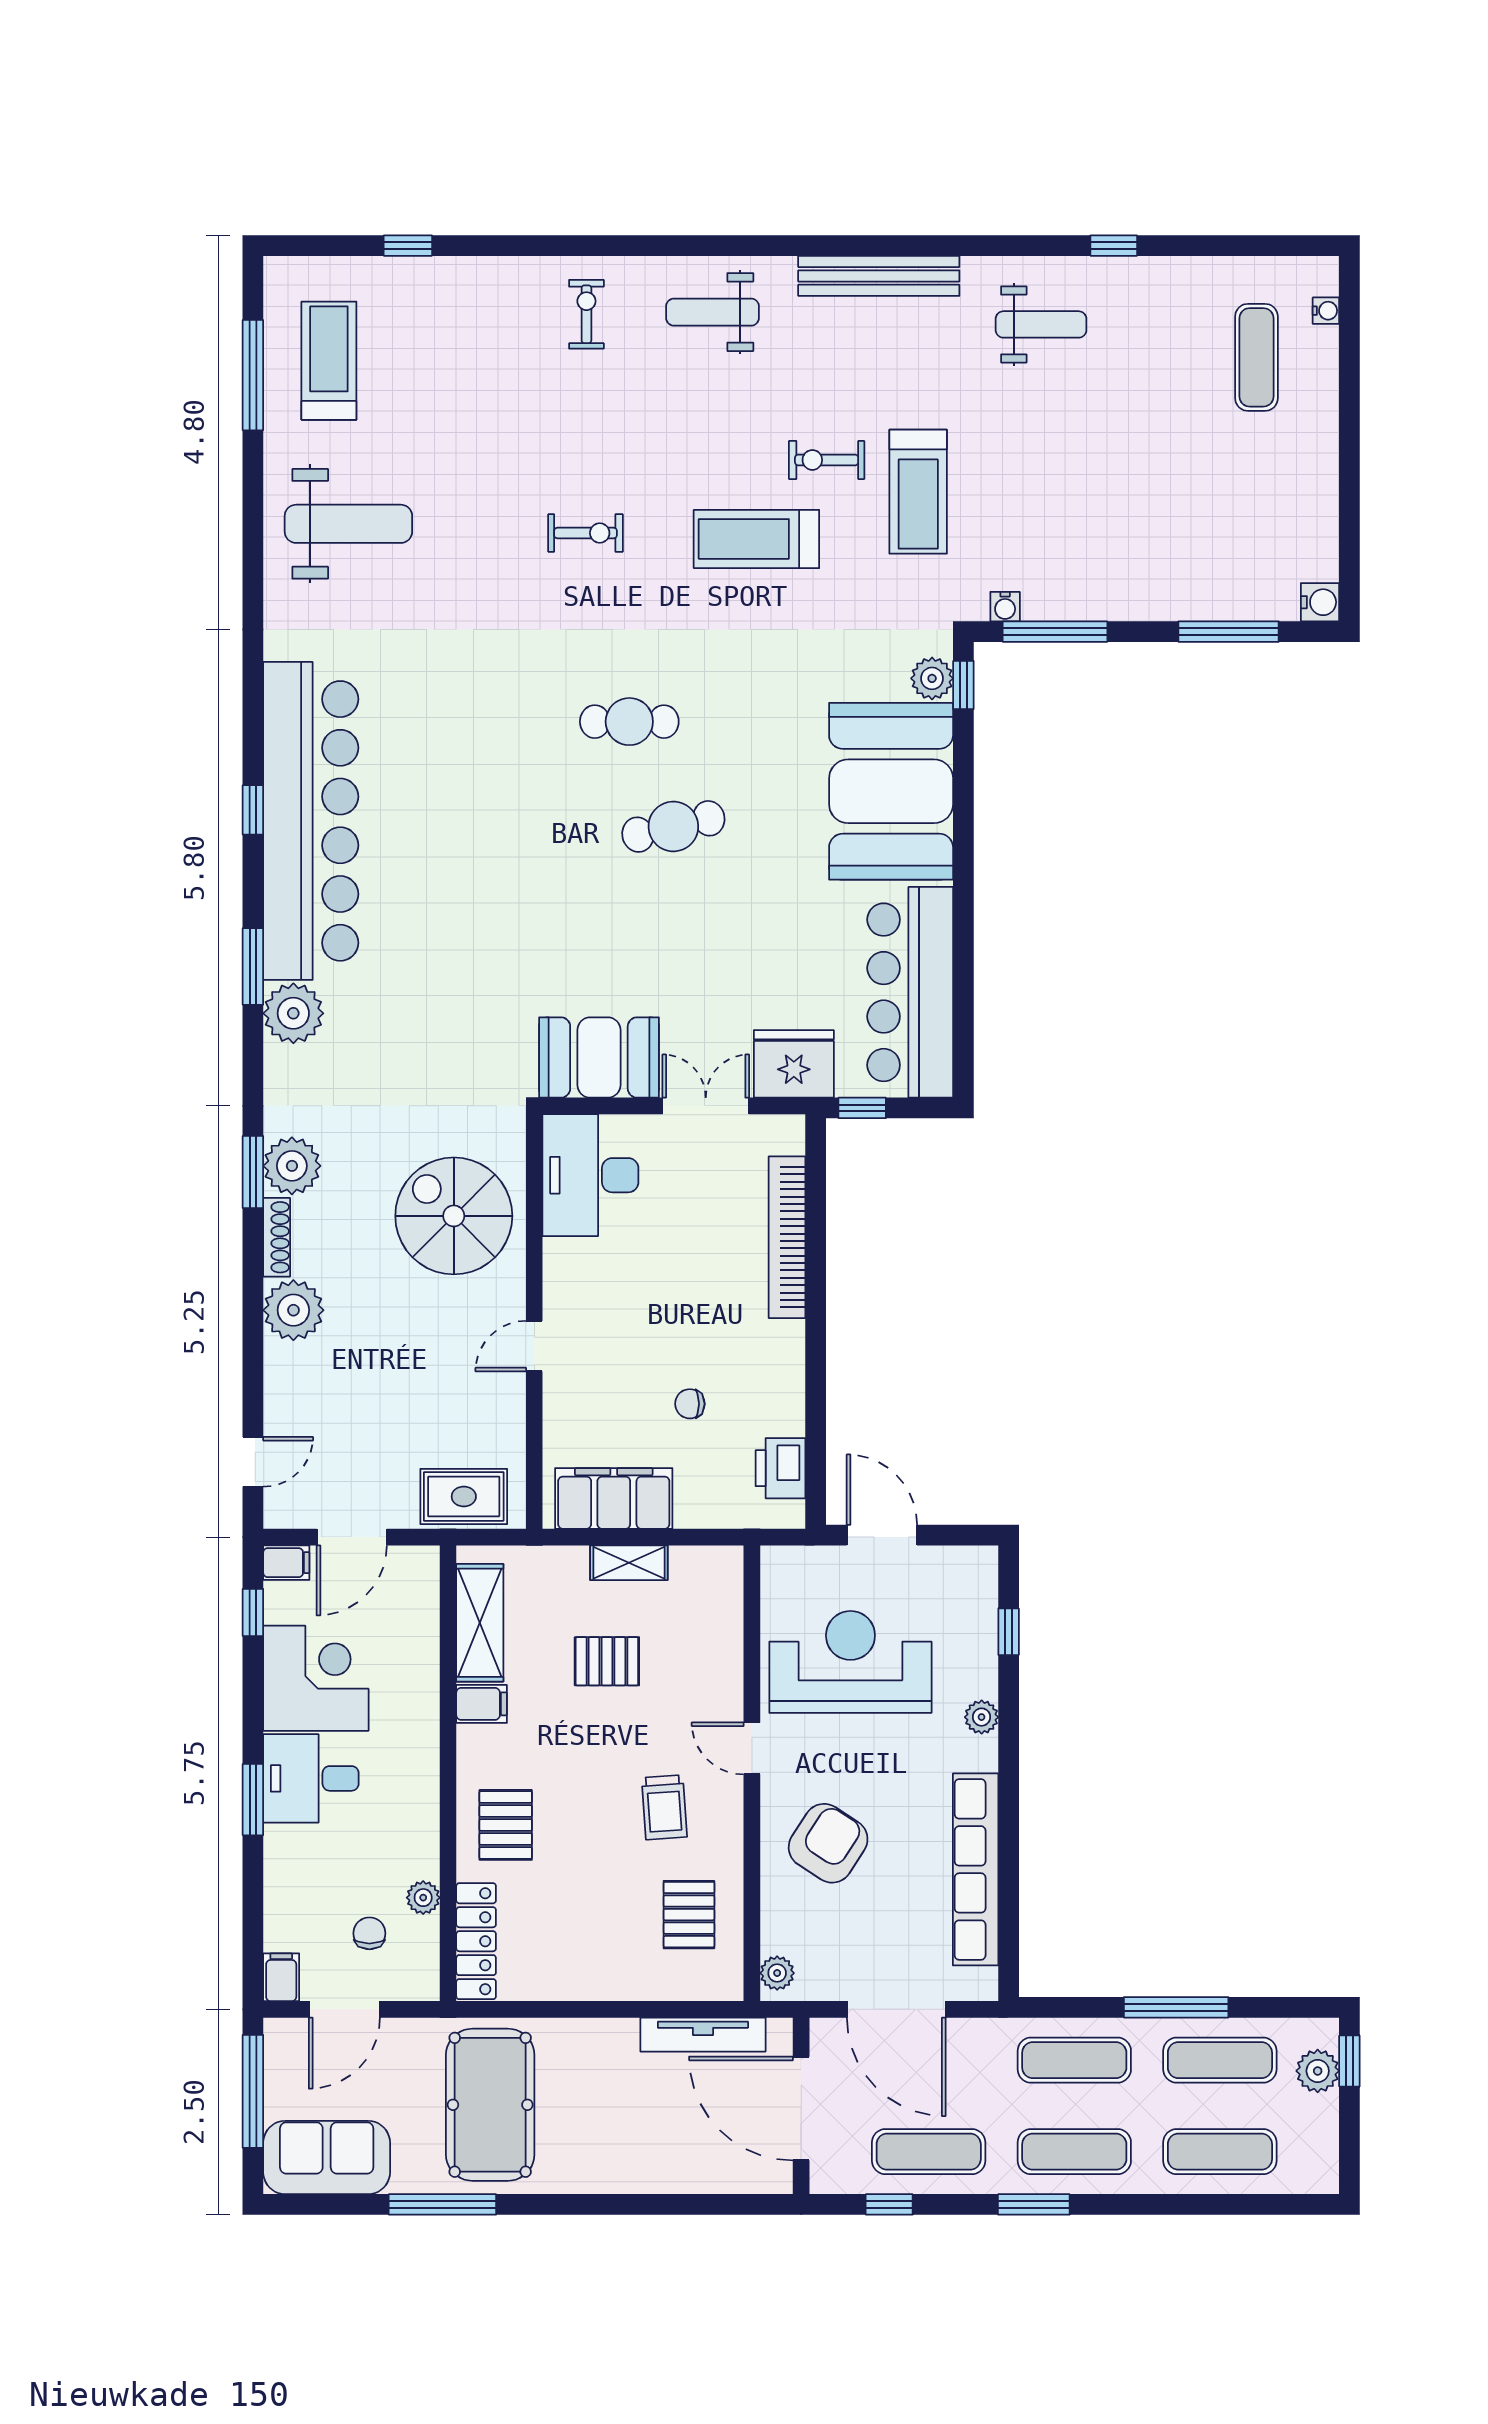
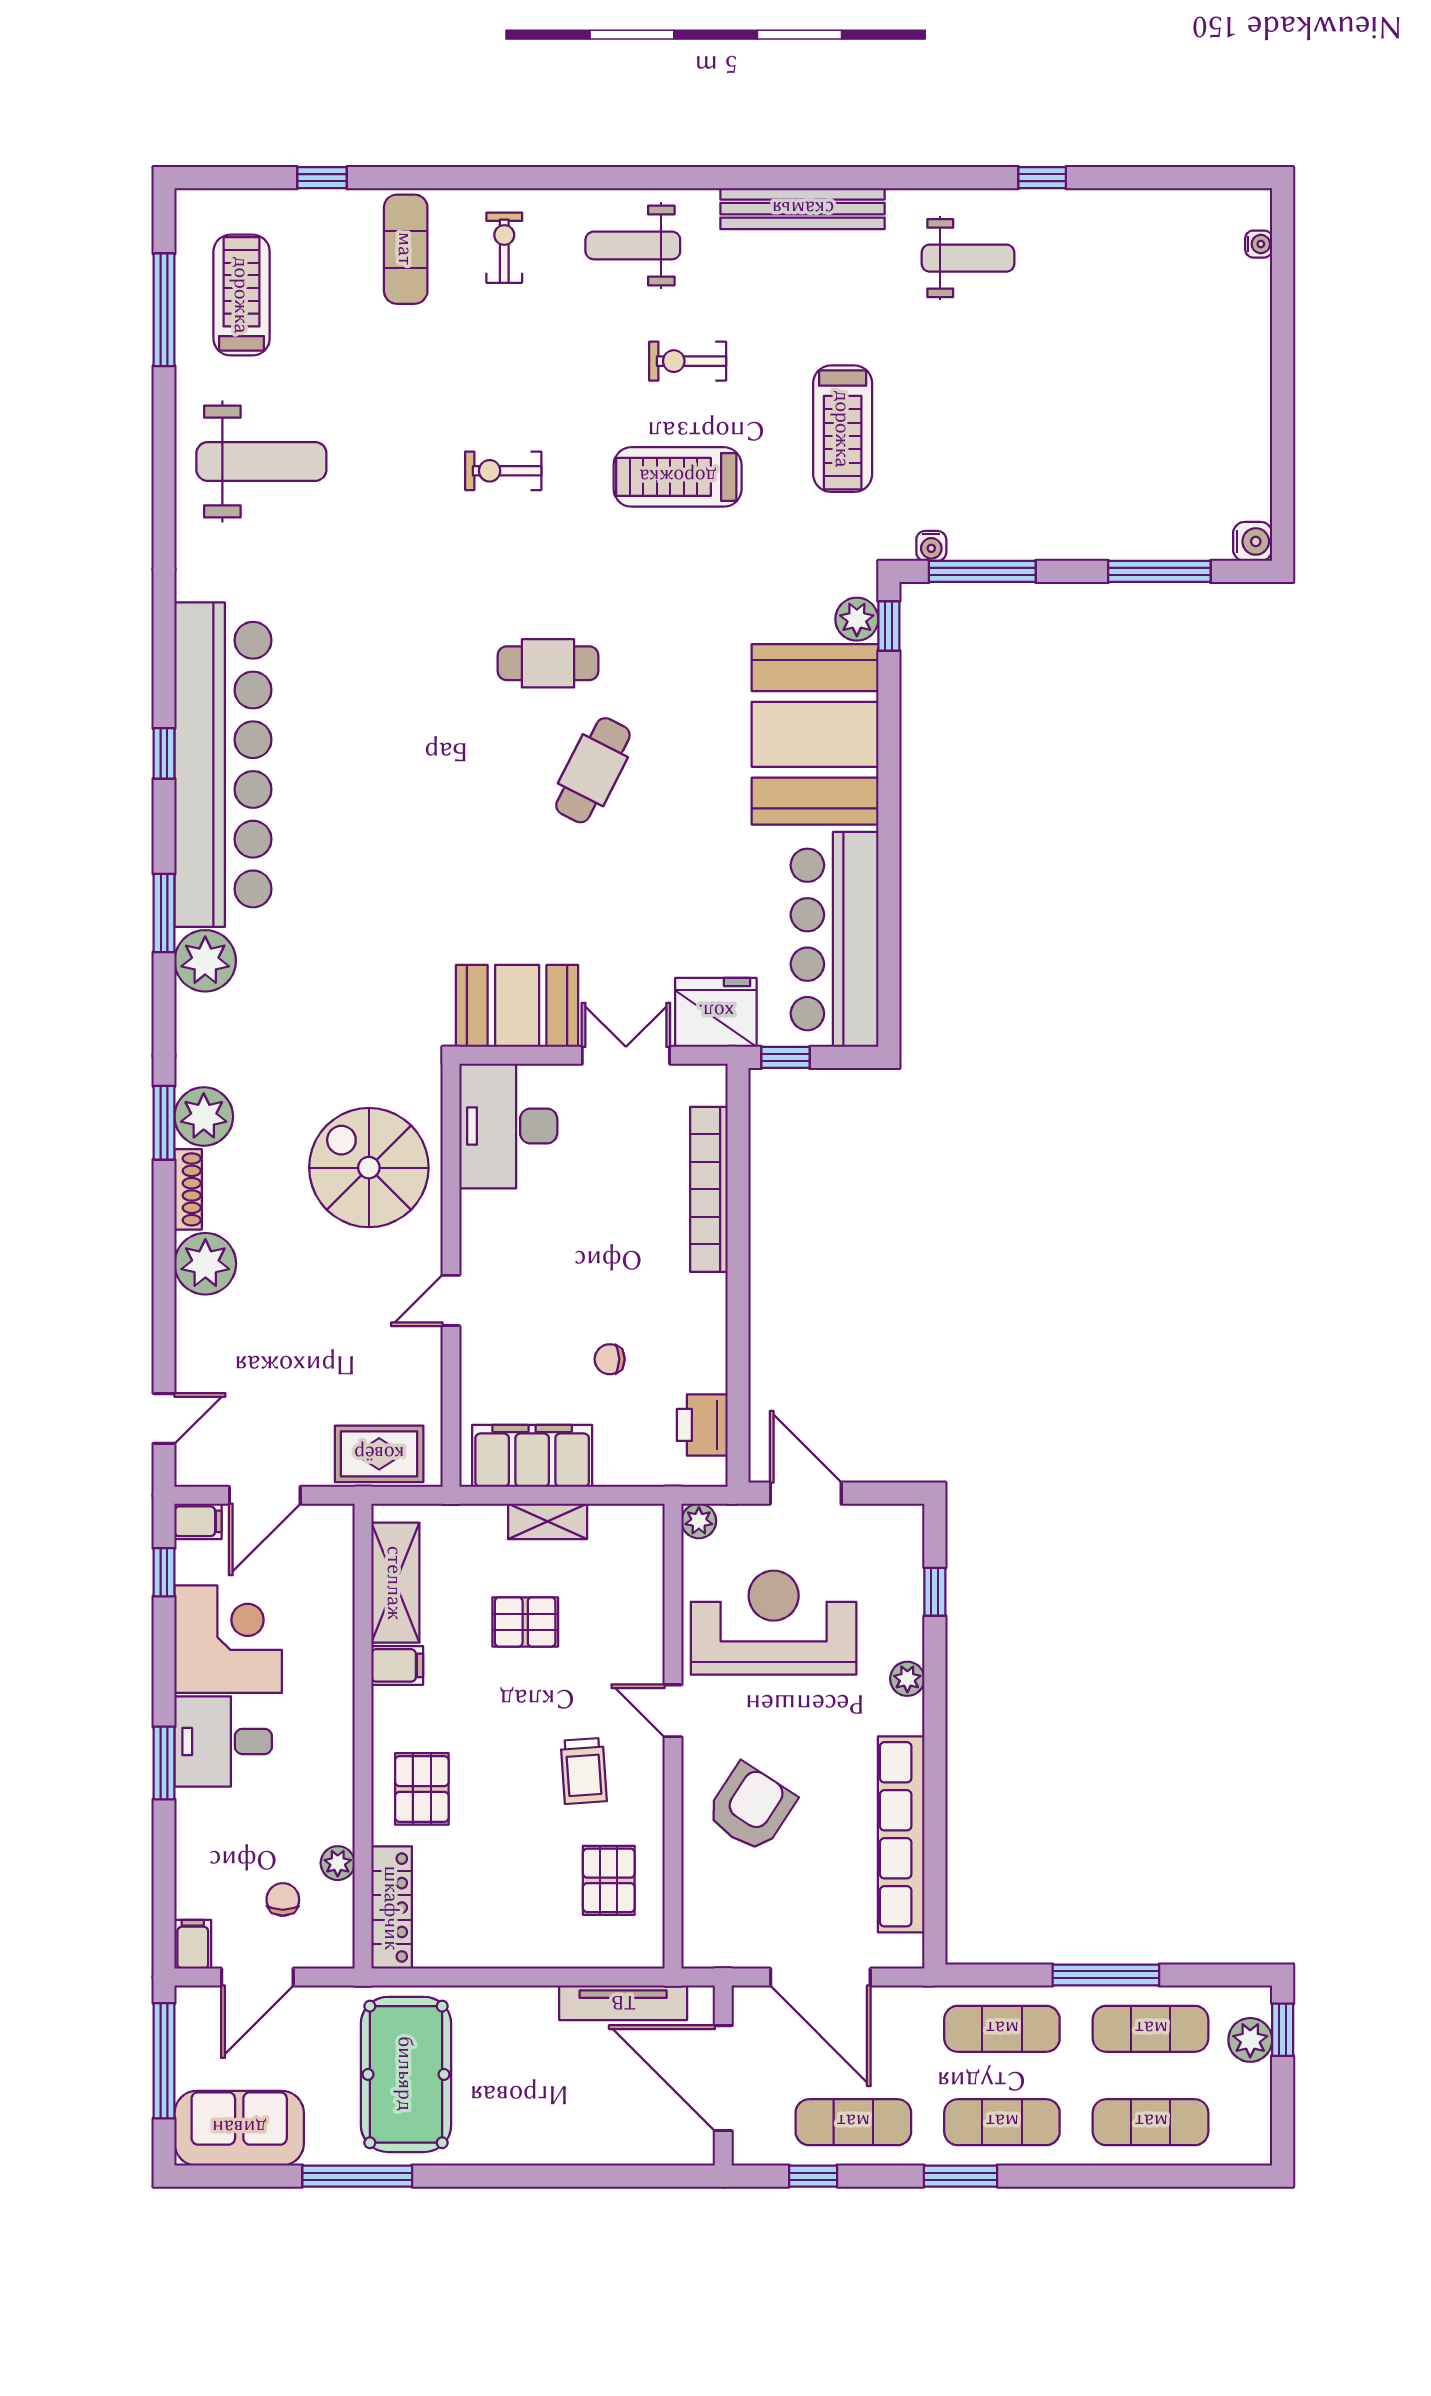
exercise mat: (1256, 357) -> (406, 249), moved
exercise bike: (827, 460) -> (688, 361), moved
exercise bike: (586, 533) -> (503, 471), turned 180
cafe table: (673, 826) -> (593, 770), turned -50
plant: (777, 1973) -> (699, 1521), moved

